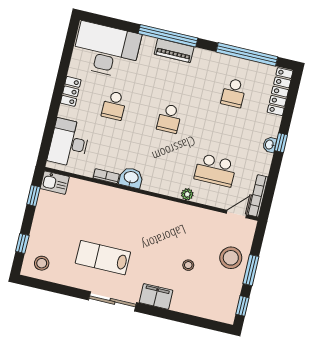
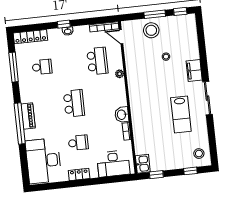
window: (247, 54) -> (14, 67), width x0.68
school desk: (169, 119) -> (74, 103), width x1.85

